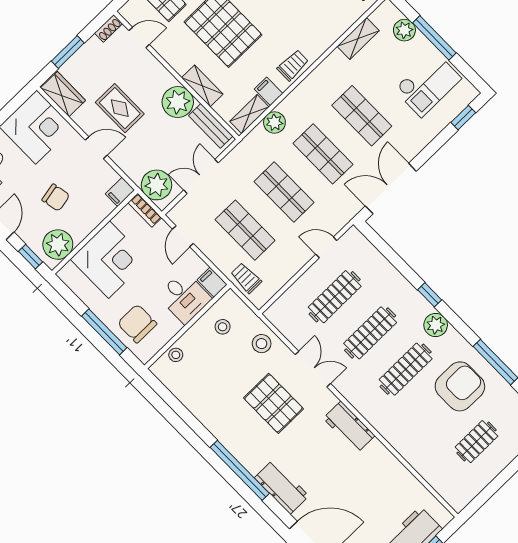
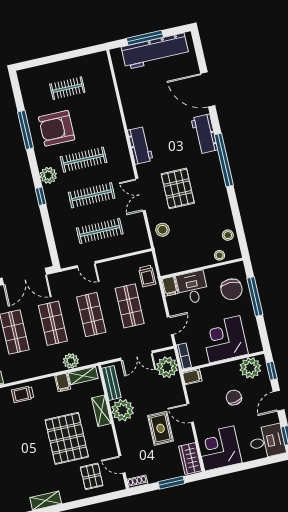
trolley: (293, 65) -> (23, 394), moved
stool: (223, 327) -> (228, 235), moved

